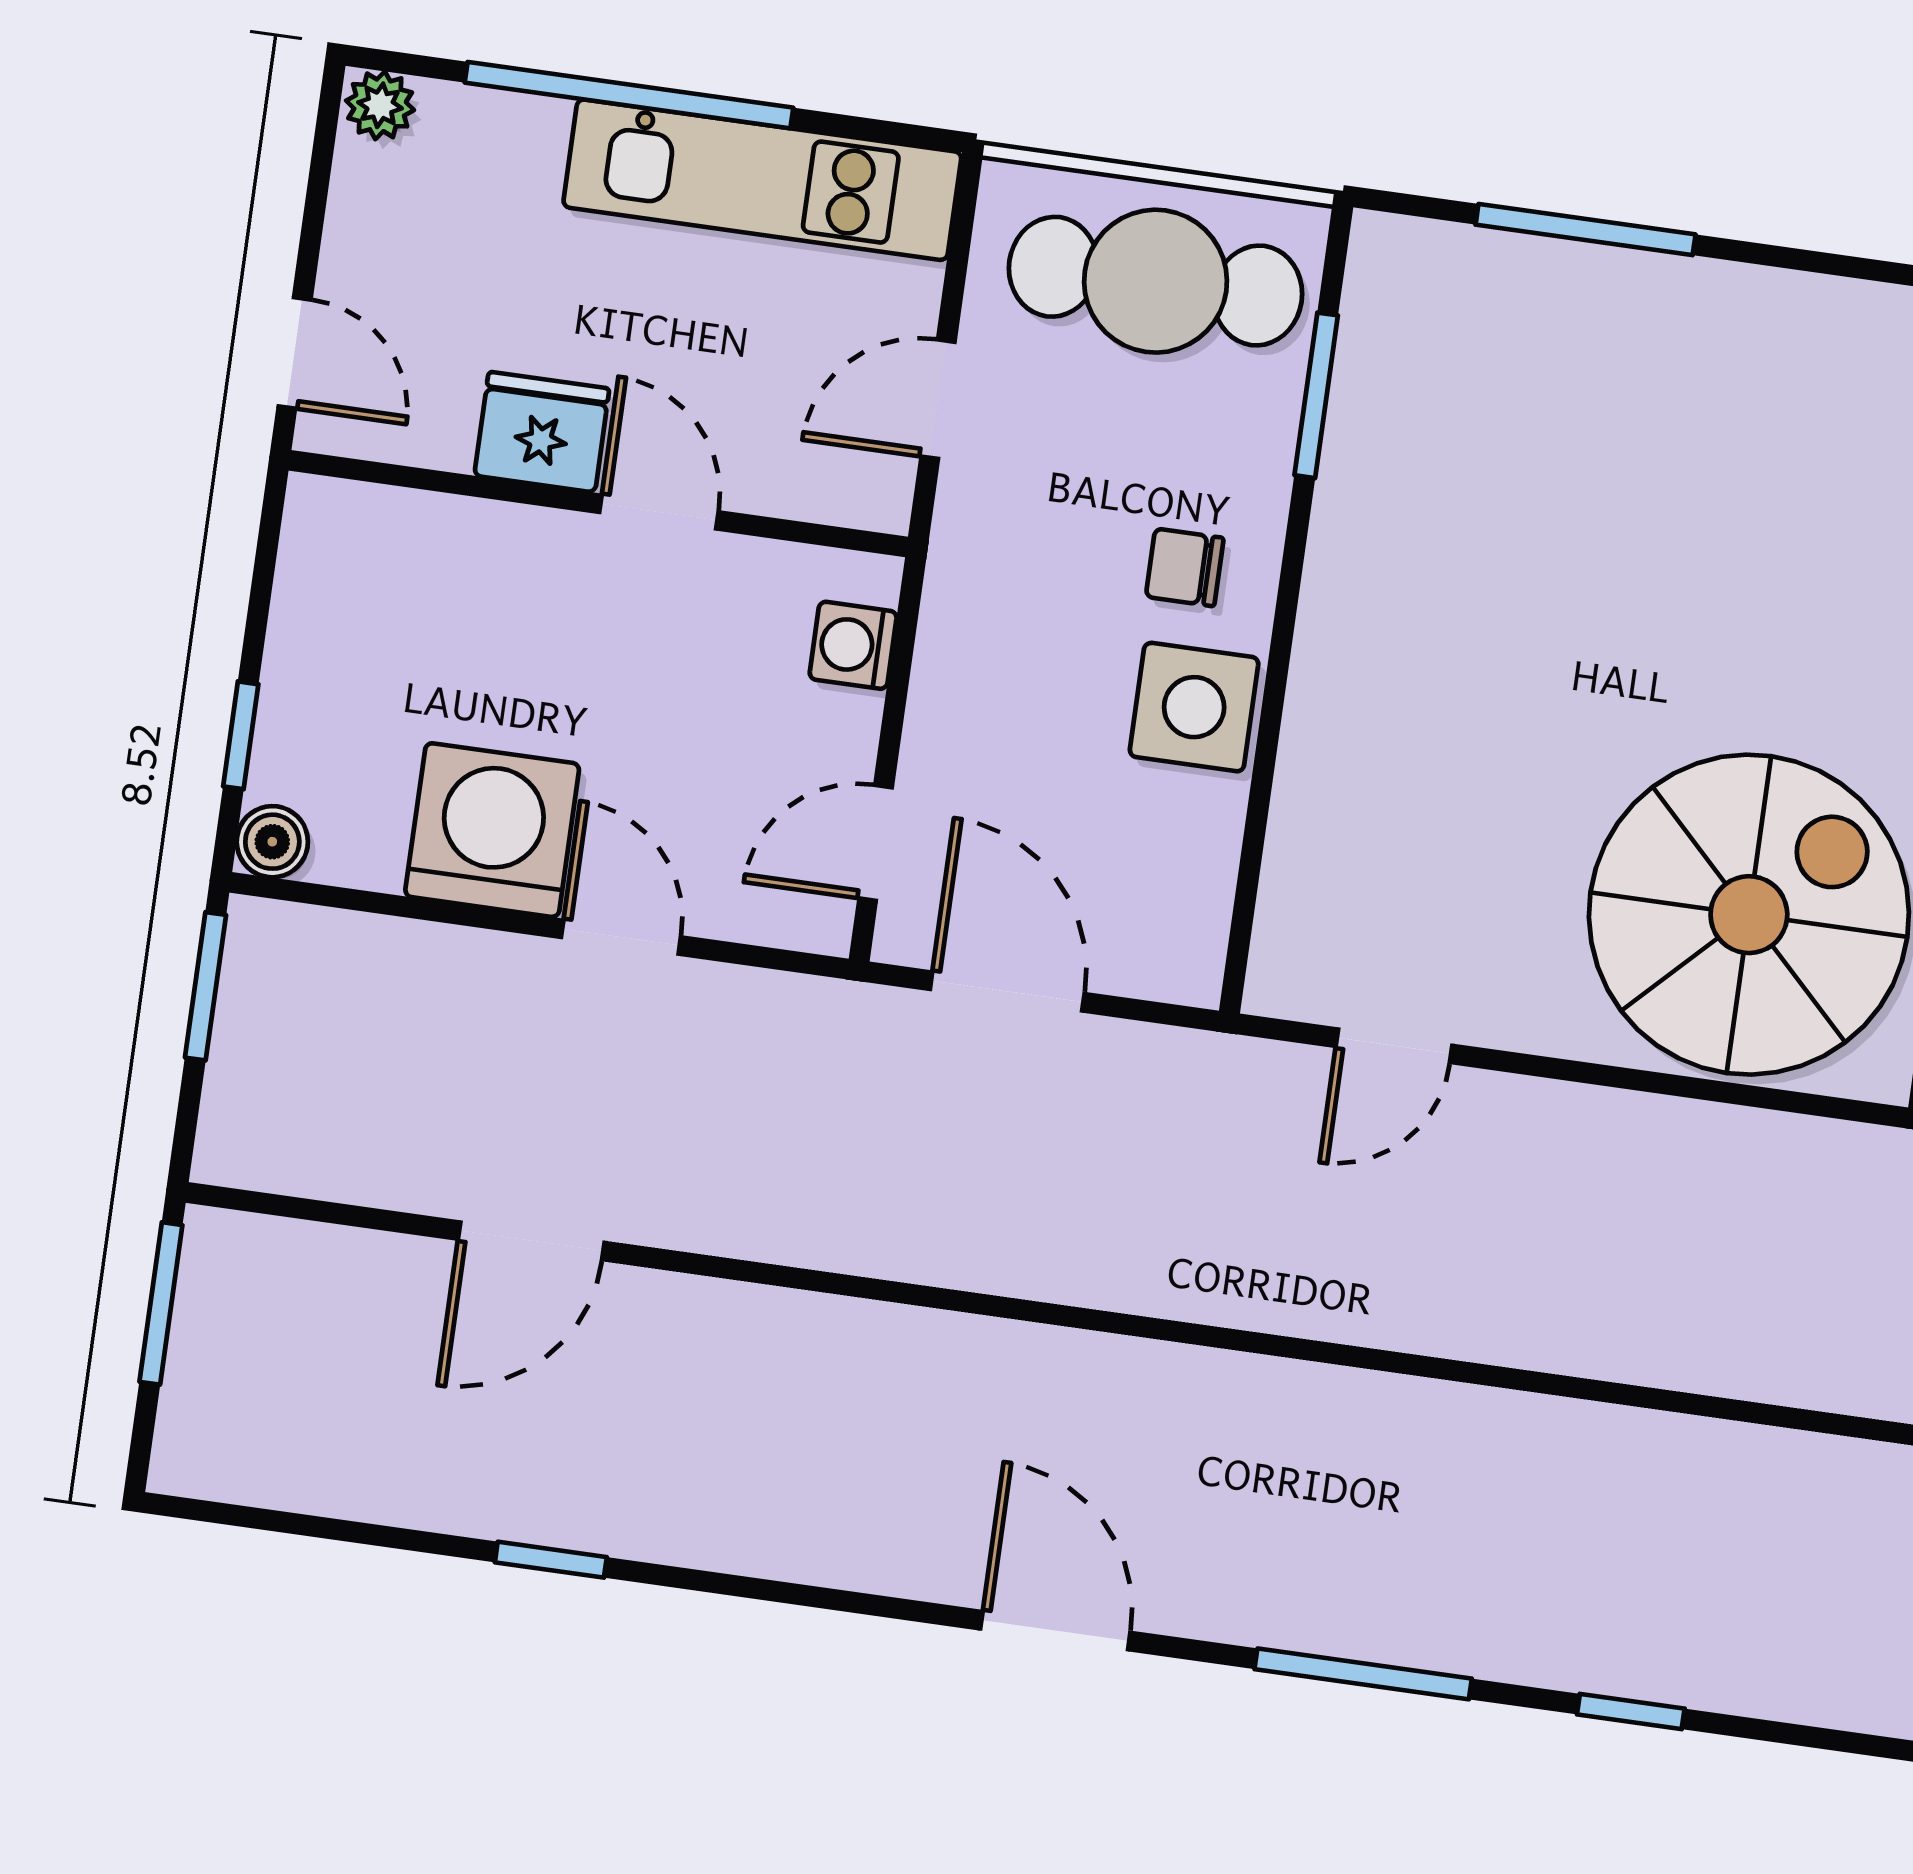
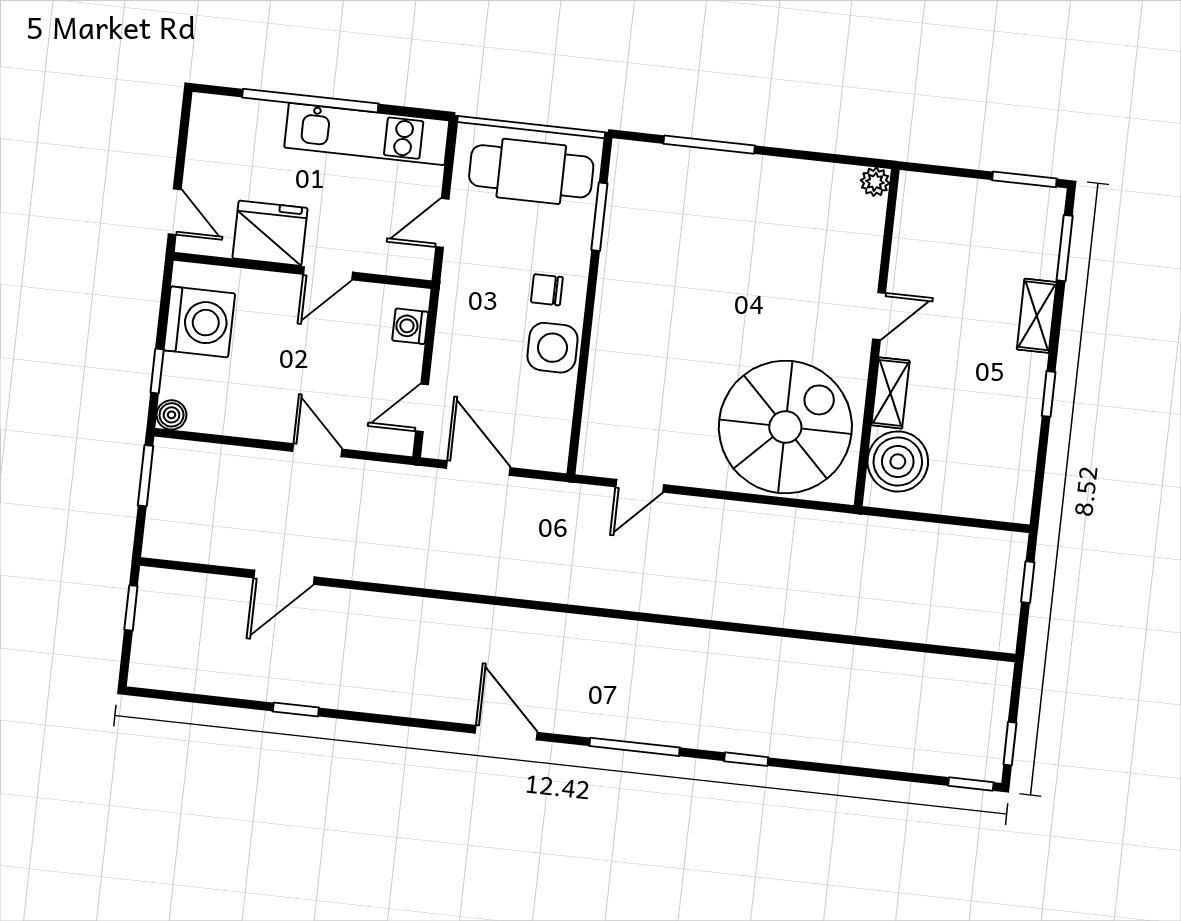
plant: (380, 105) -> (207, 108), removed
fridge: (542, 432) -> (270, 233), width x1.36, depth x1.34
door: (659, 512) -> (328, 273), swing flipped
washing machine: (492, 830) -> (199, 322), moved, turned 90
window: (161, 1303) -> (131, 608), width x0.67

